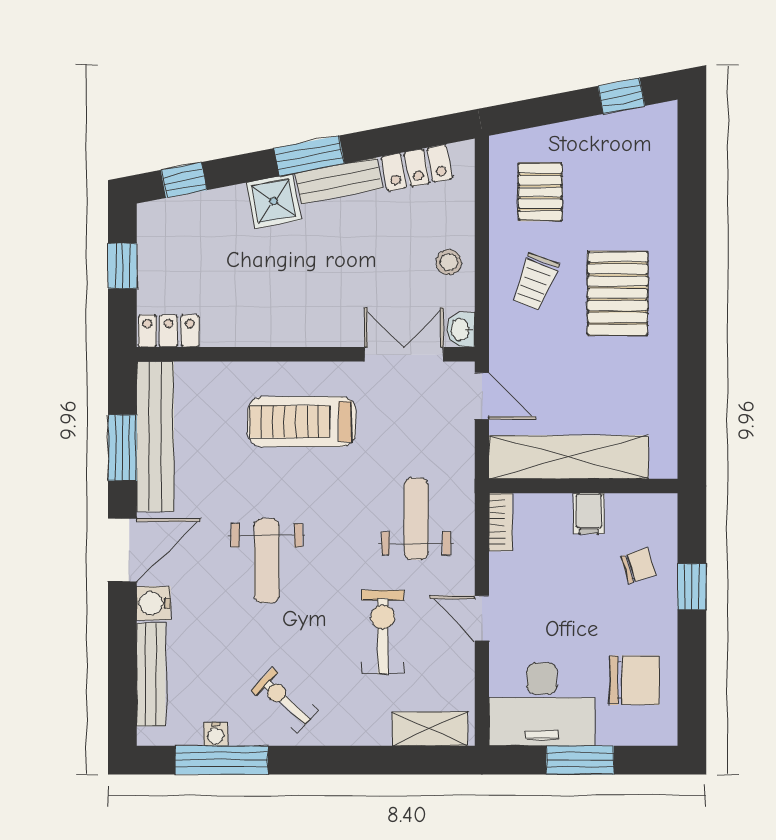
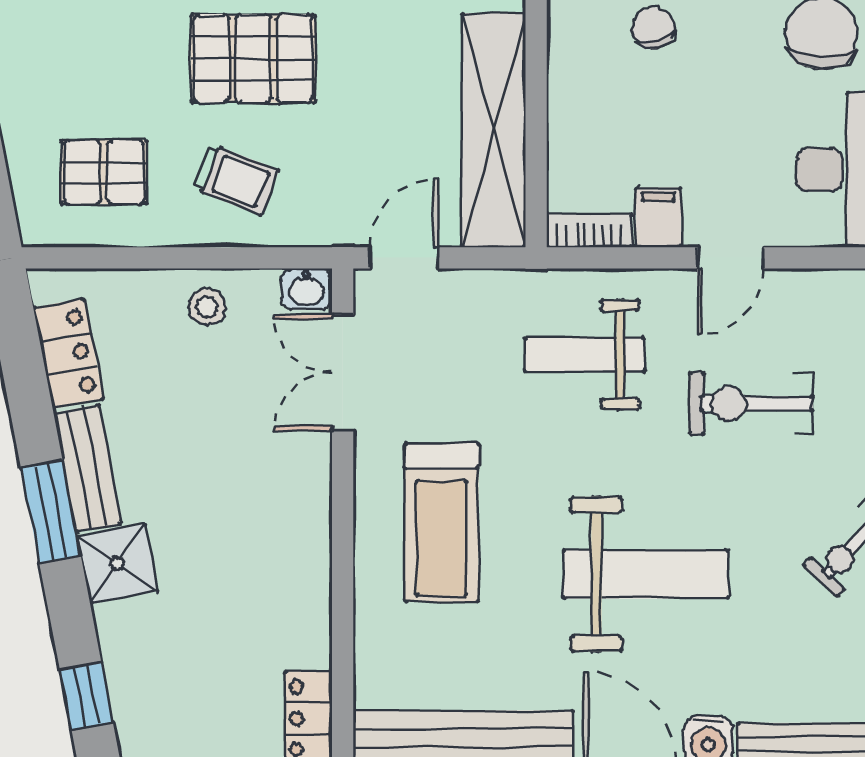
filing cabinet: (589, 513) -> (658, 218), moved, turned -90
weight bench: (267, 561) -> (646, 574), width x1.36, depth x1.33

